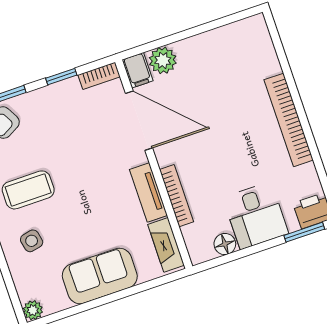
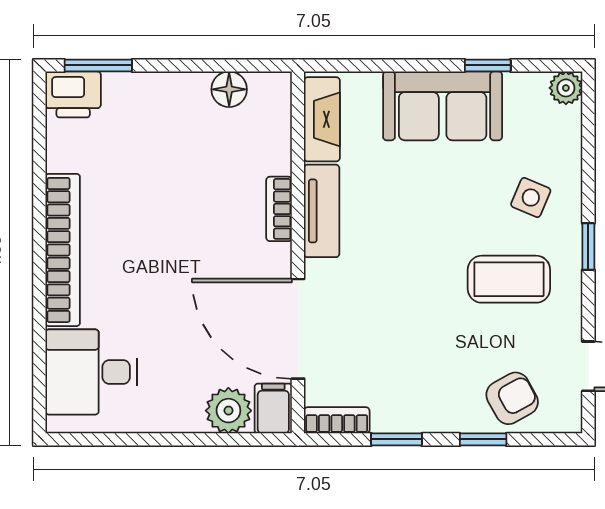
bookcase: (177, 196) -> (279, 209), width x0.64
desk: (256, 216) -> (91, 372), moved, turned -90
side table: (32, 241) -> (531, 198), turned 35
window: (82, 308) -> (488, 65), added

